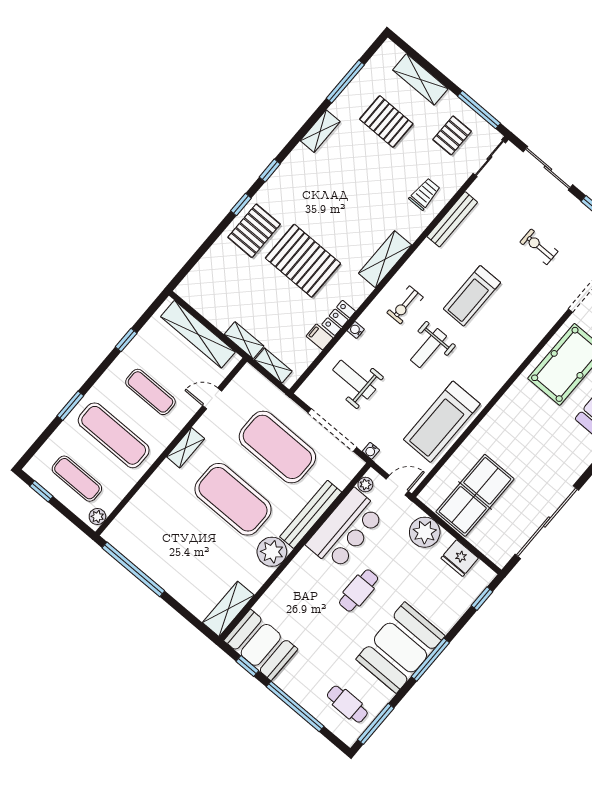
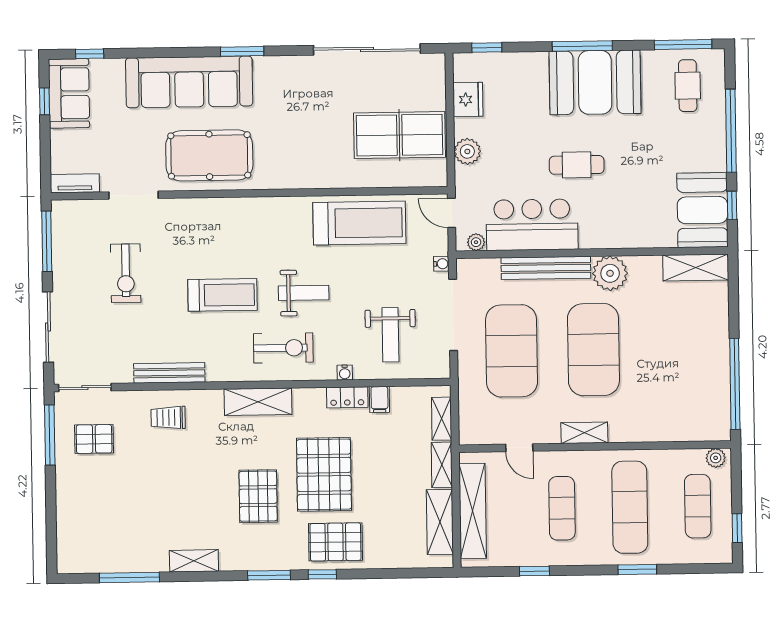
shelving: (420, 79) -> (440, 522), moved
pallet: (386, 122) -> (258, 496), moved
window: (270, 171) -> (269, 575), width x1.50
exercise bike: (539, 247) -> (126, 273), width x1.38, depth x1.39
exercise bike: (405, 305) -> (283, 348), width x1.38, depth x1.39
plant: (425, 532) -> (467, 151), width x0.73, depth x0.73

